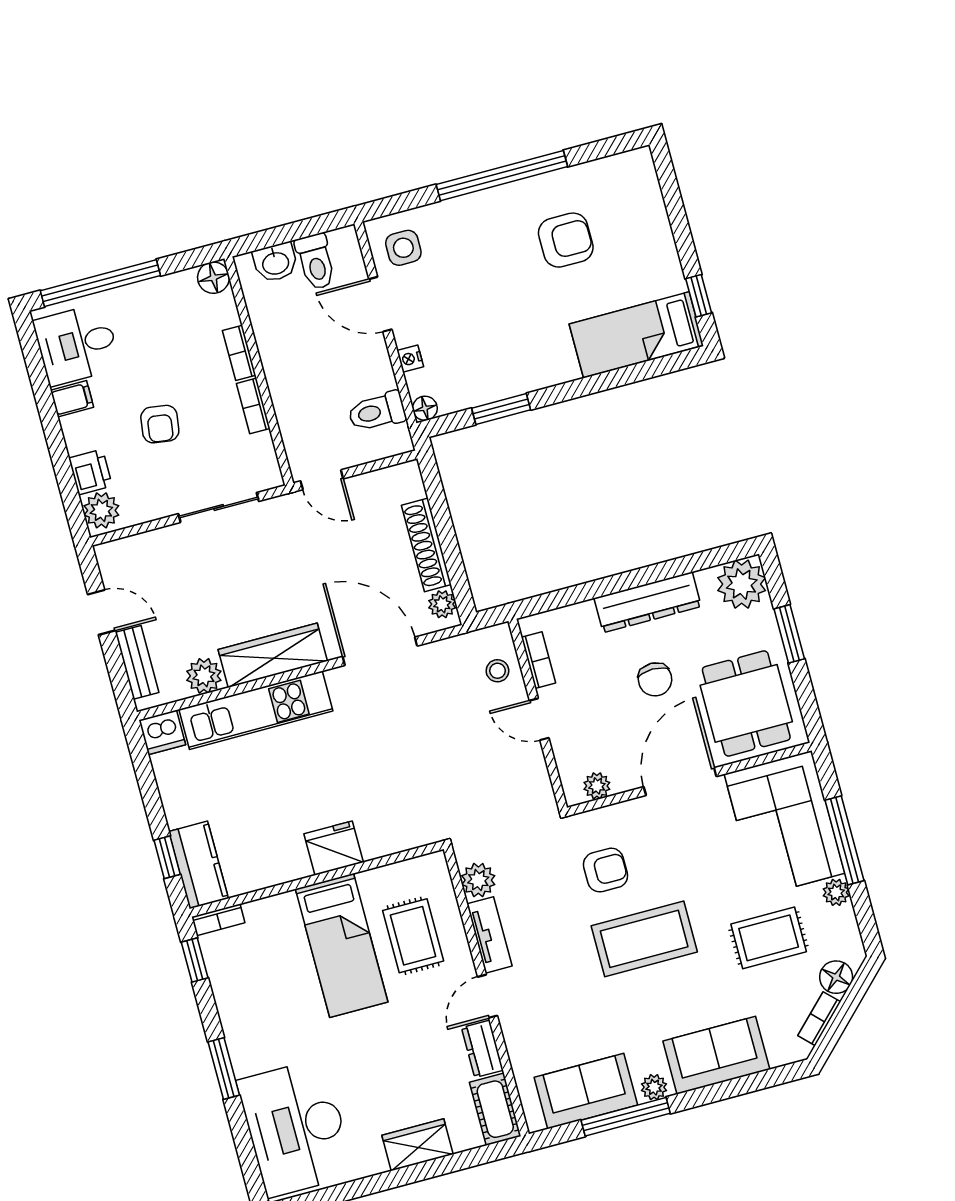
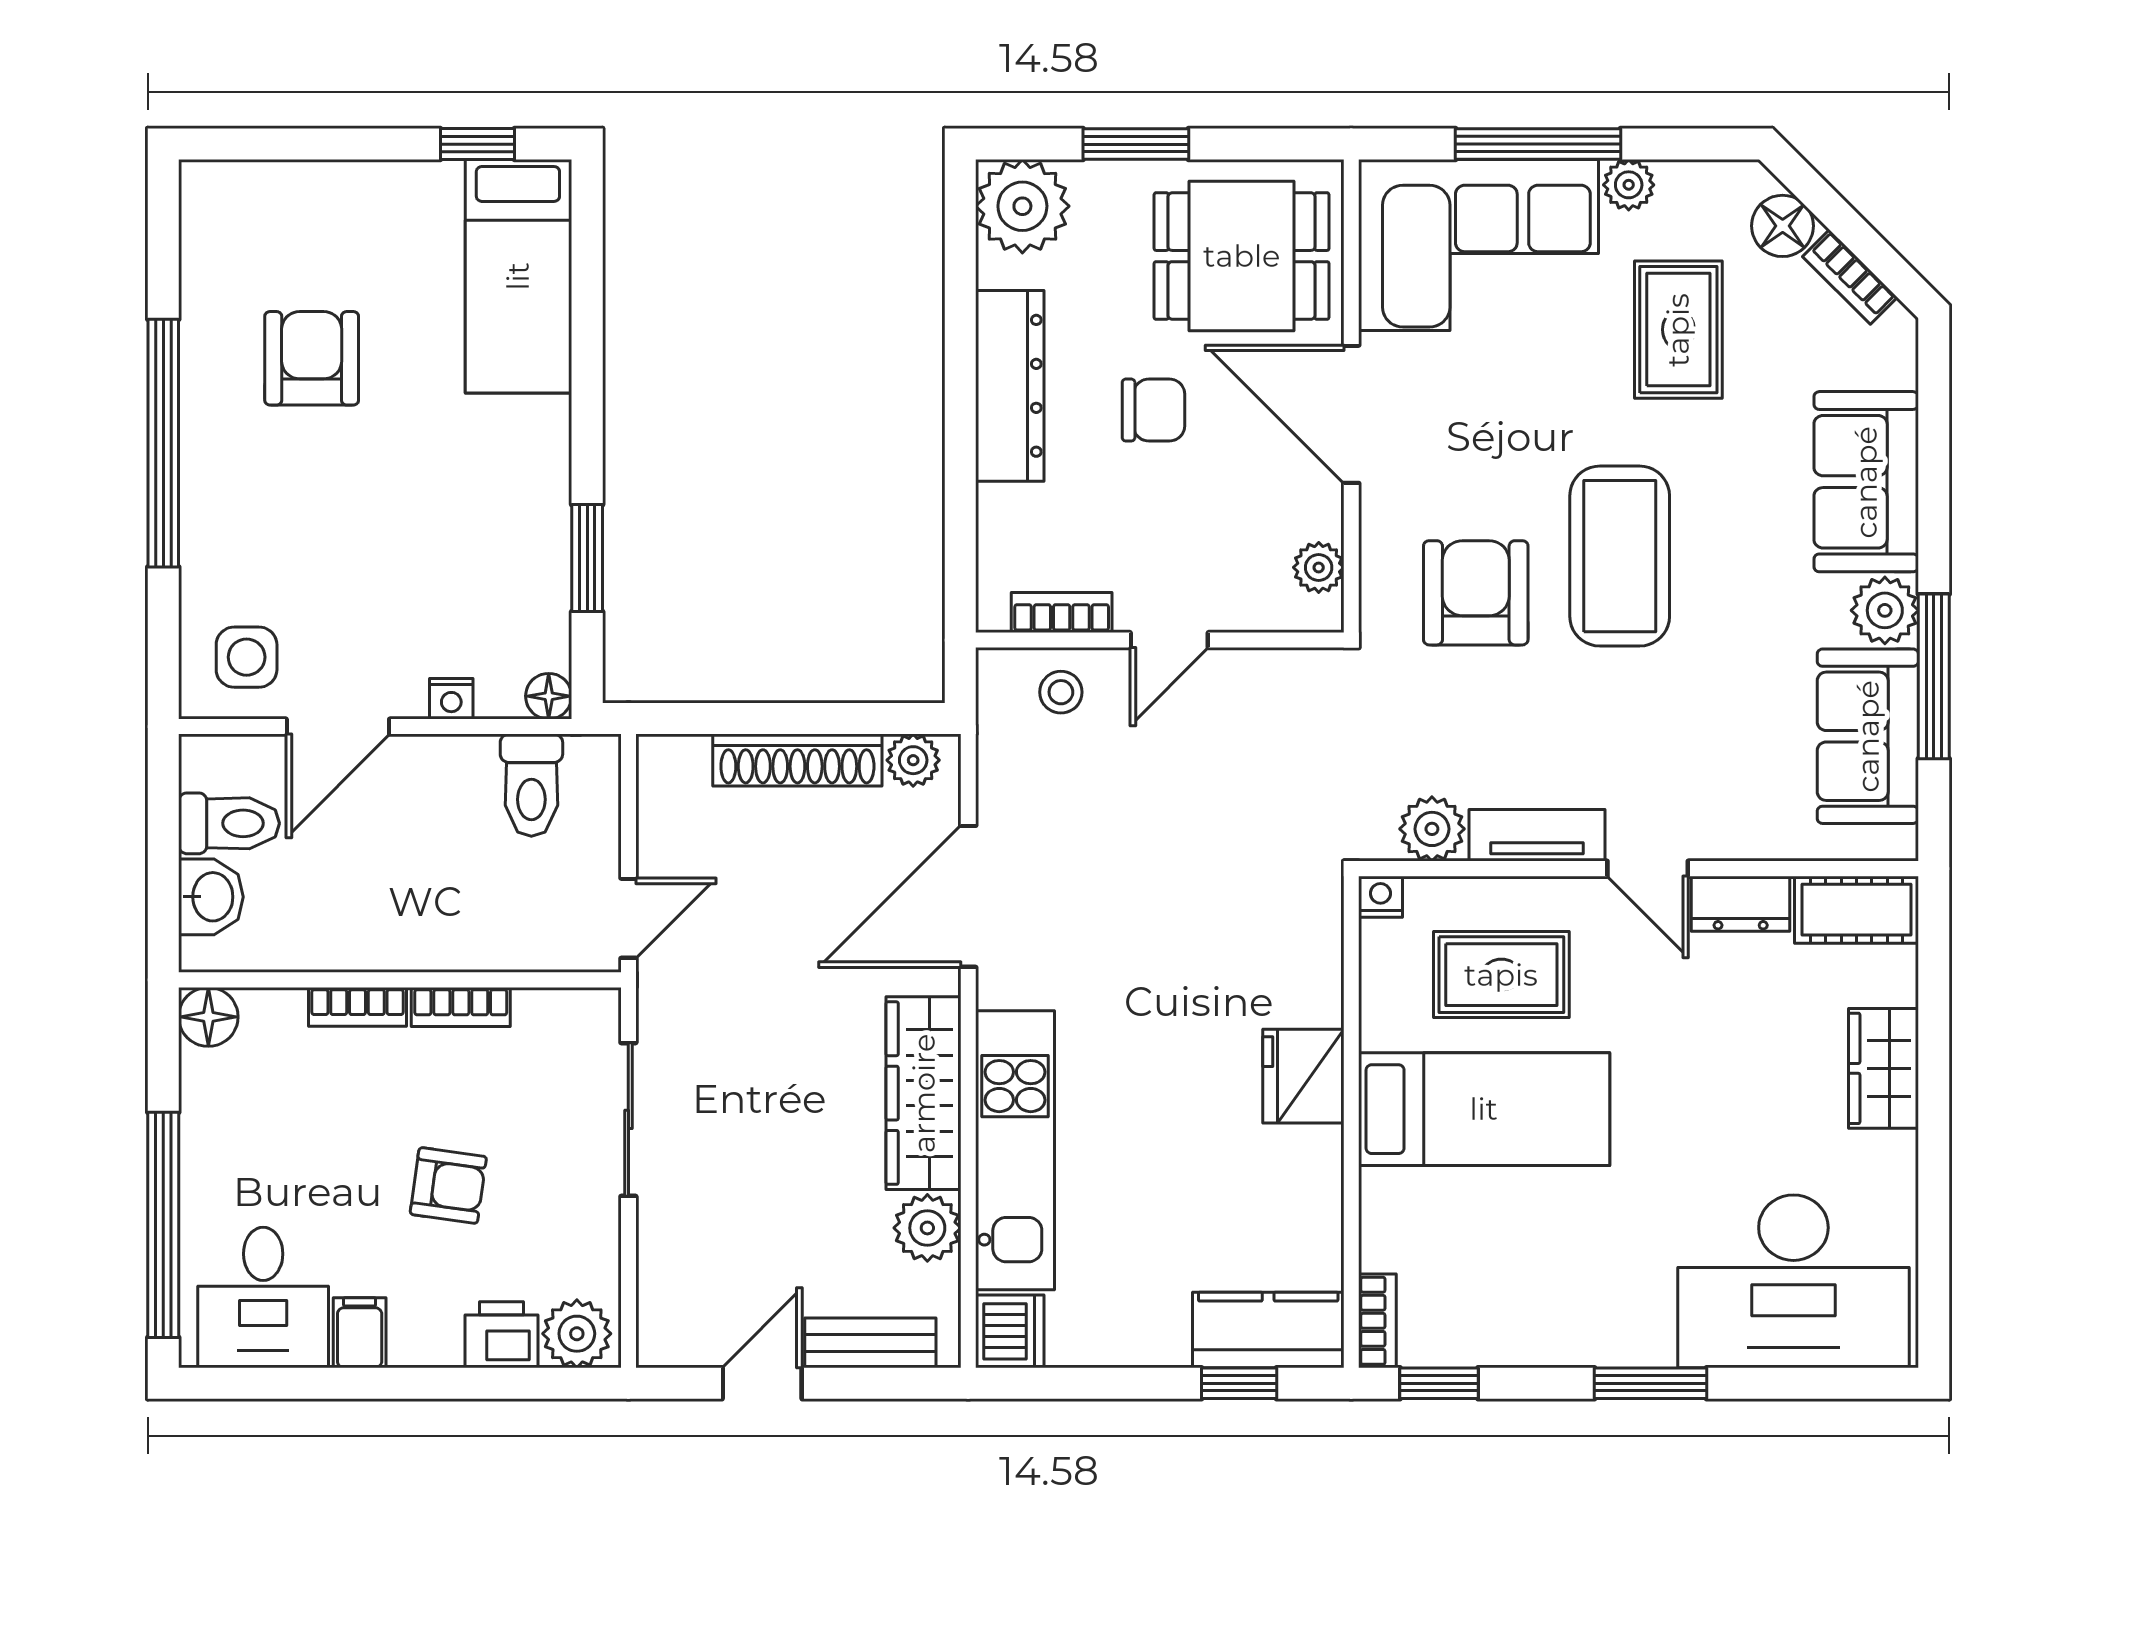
nightstand: (436, 863) -> (1380, 897), added
armchair: (606, 870) -> (1476, 593), width x1.38, depth x1.38
plant: (654, 1087) -> (1885, 610), width x1.38, depth x1.38

